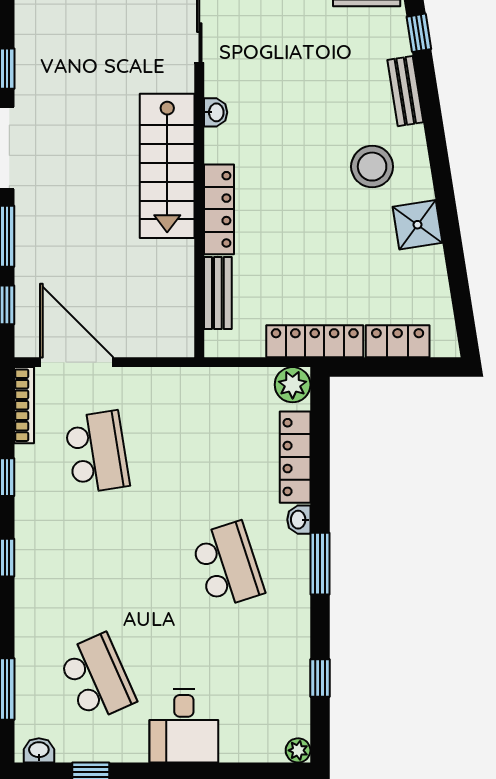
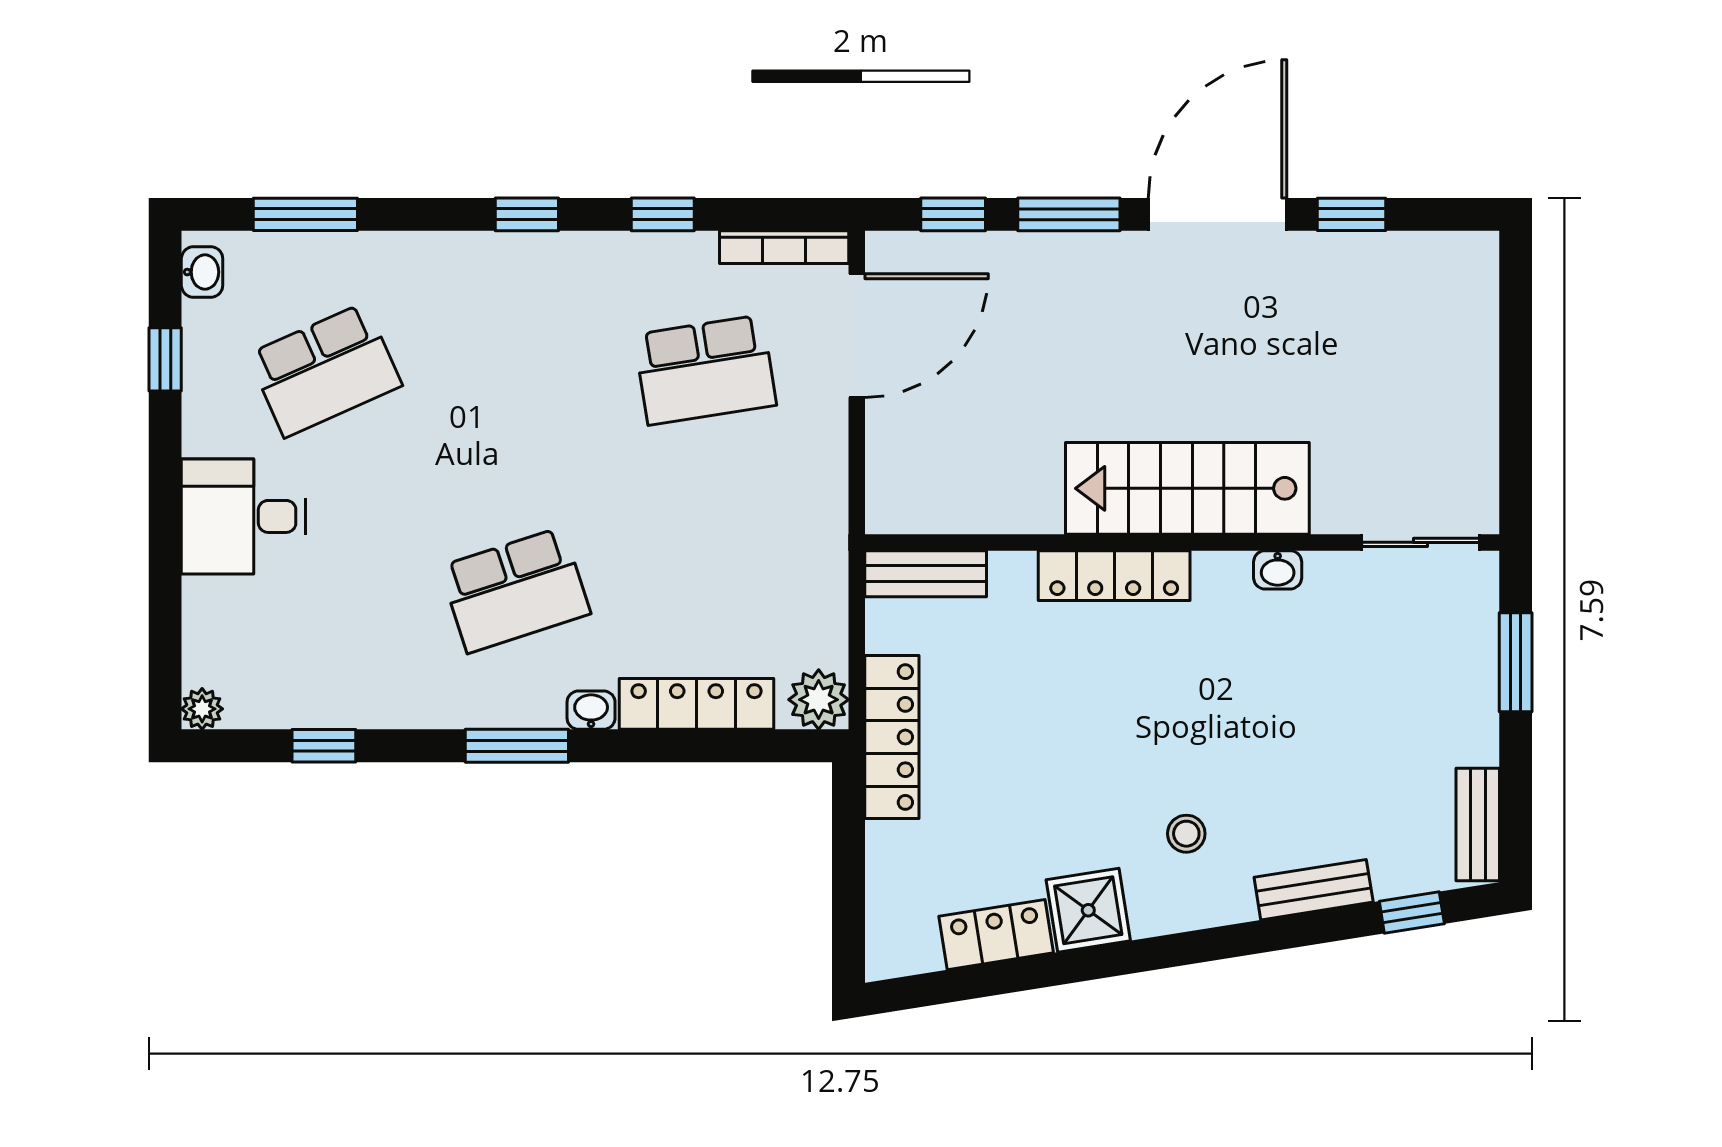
stool: (372, 167) -> (1186, 834), width x0.53, depth x0.53
bench: (218, 293) -> (926, 574), moved
locker: (398, 341) -> (996, 935), moved, turned -99

